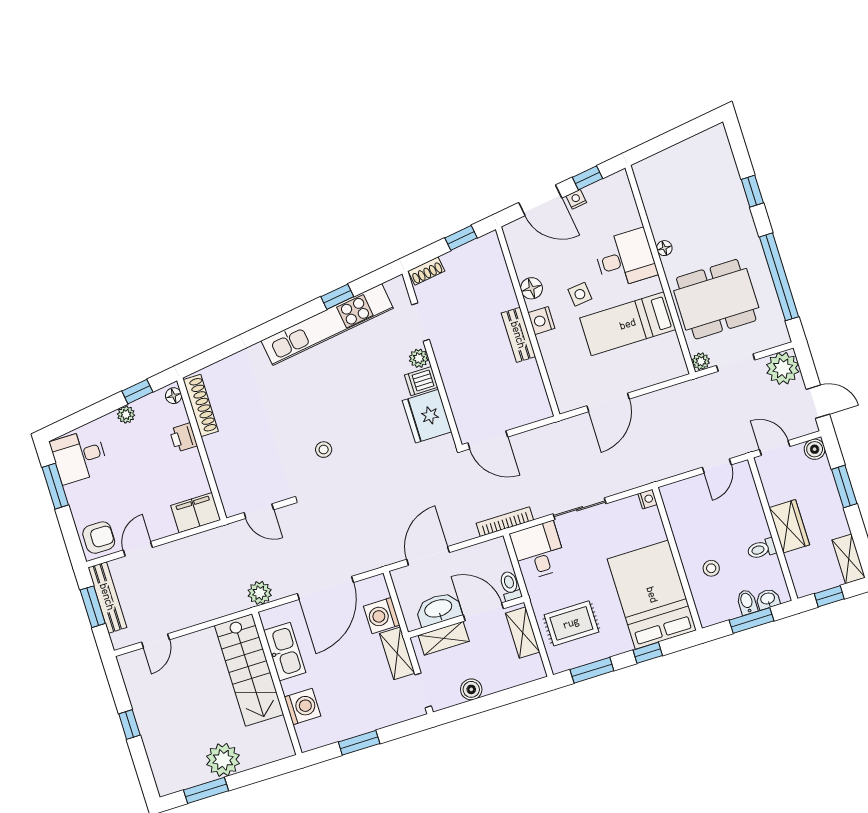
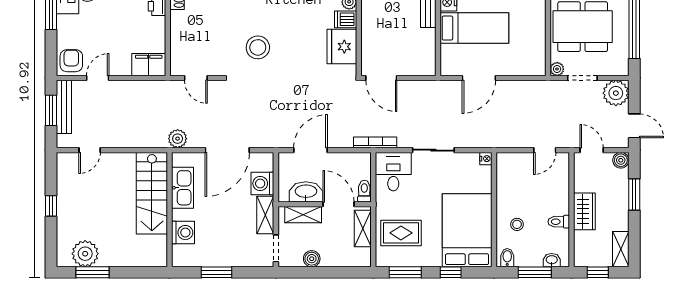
bed: (628, 324) -> (474, 28), moved, turned 180
stool: (324, 450) -> (258, 47), width x1.89, depth x1.89
armchair: (99, 538) -> (71, 61), turned -90
bidet: (747, 602) -> (507, 258), moved
plant: (223, 760) -> (85, 254), moved

